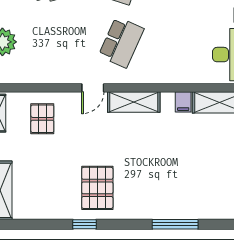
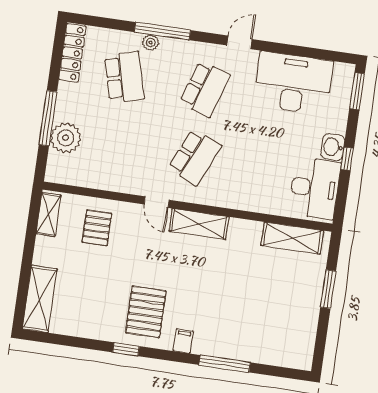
door: (93, 88) -> (157, 202), hinge flipped
filing cabinet: (183, 102) -> (183, 341), moved, turned 180

